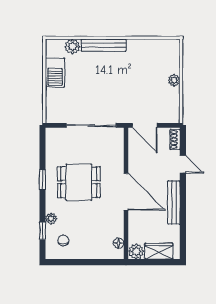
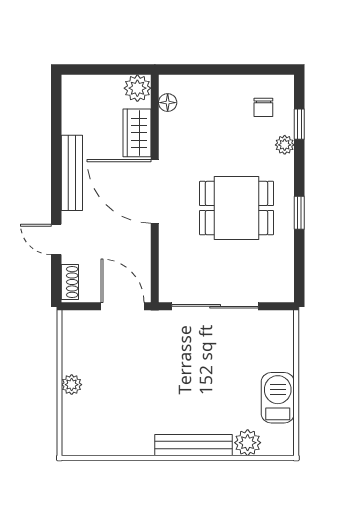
wardrobe: (159, 251) -> (137, 133), moved, turned 90

